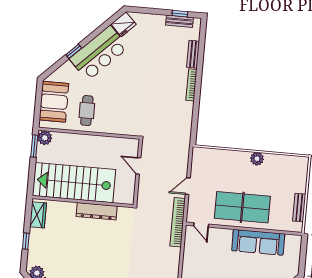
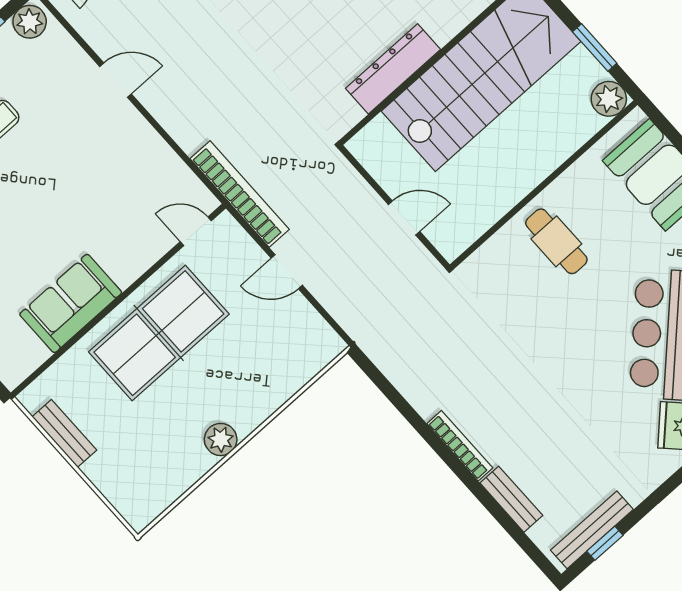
bench: (179, 21) -> (592, 530), width x1.36
cafe table: (87, 111) -> (556, 241), moved
window: (34, 146) -> (595, 48), moved
door: (188, 186) -> (287, 272), swing flipped
sofa: (258, 242) -> (71, 303), width x0.73

